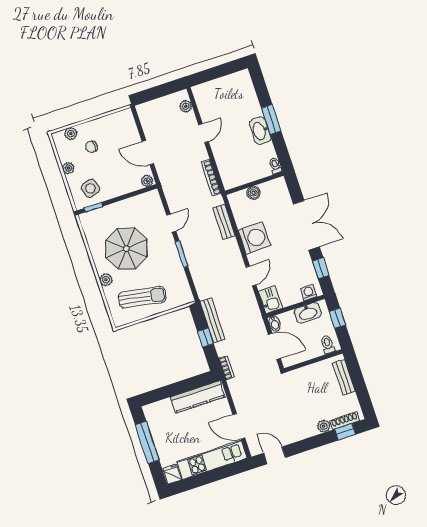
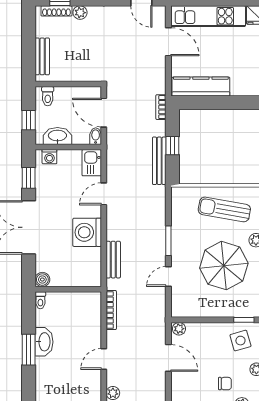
boiler: (254, 193) -> (42, 280), moved

